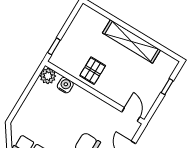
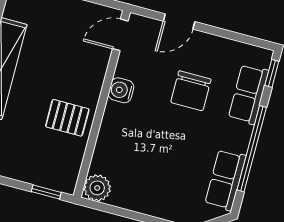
water cooler: (65, 85) -> (121, 90), moved

